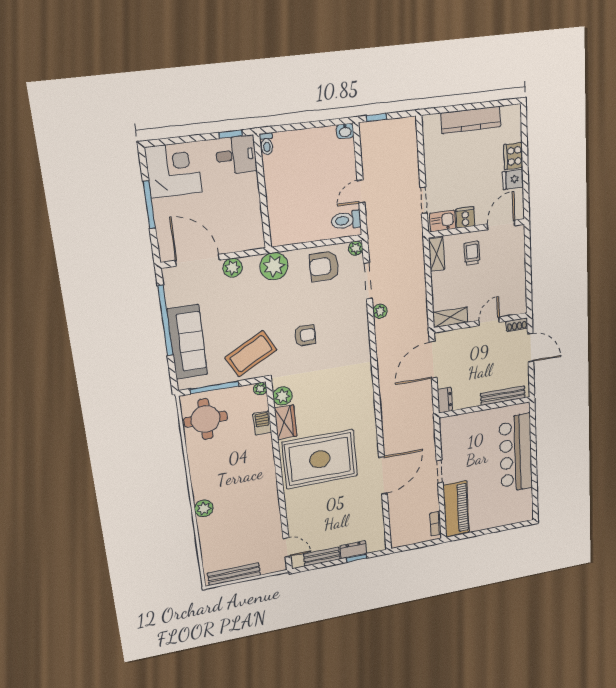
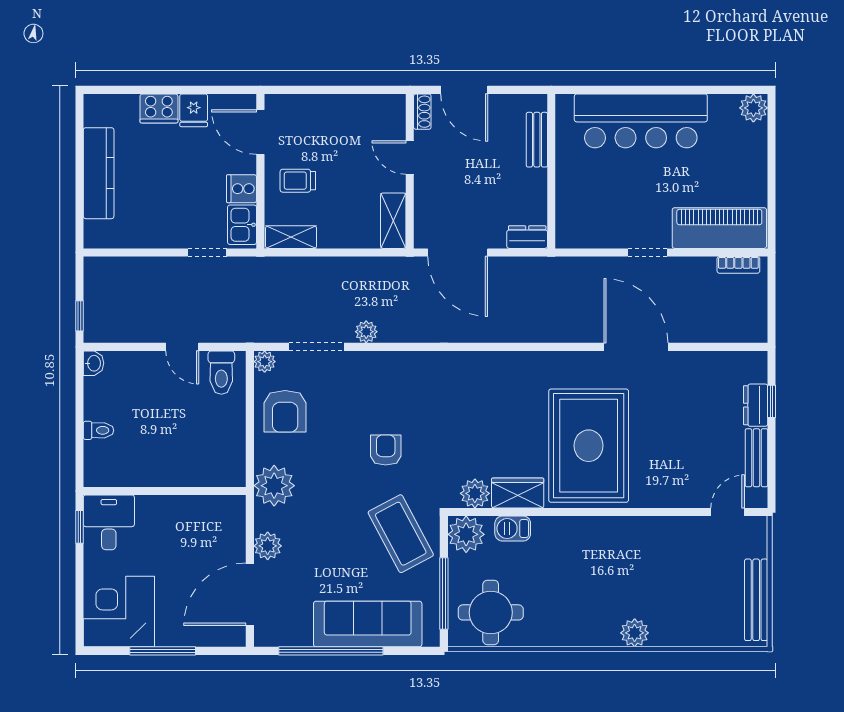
toilet: (267, 144) -> (98, 430), moved
door: (531, 348) -> (464, 90), swing flipped
plant: (260, 389) -> (466, 534), width x1.88, depth x1.88
bench: (503, 396) -> (537, 140), width x0.73
plant: (525, 514) -> (753, 108), added

